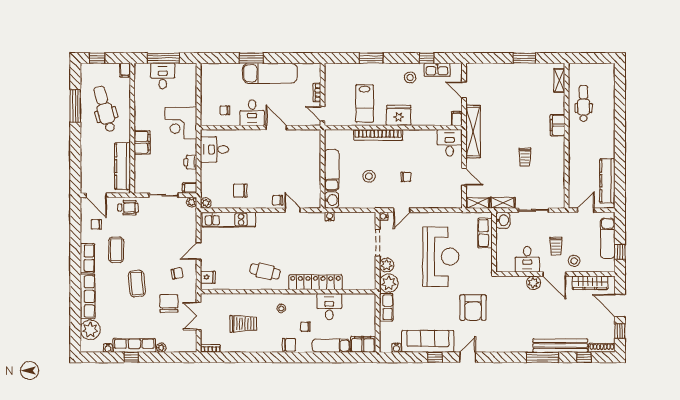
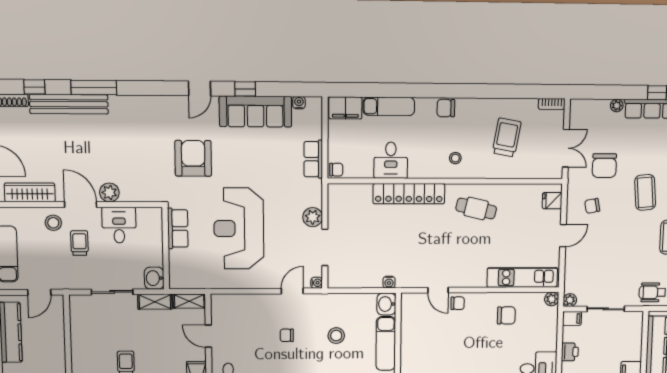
row of seats: (485, 233) -> (178, 228), moved
plant: (389, 283) -> (310, 192), removed
trolley: (243, 324) -> (507, 137), turned 100
chair: (306, 327) -> (336, 170), moved

